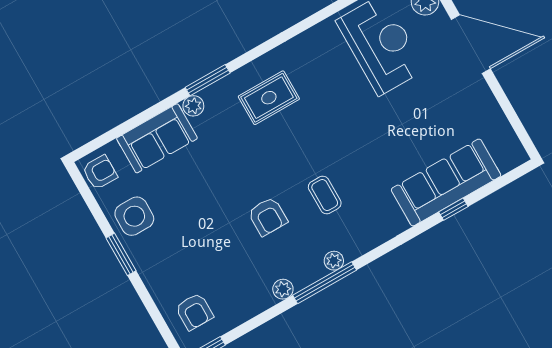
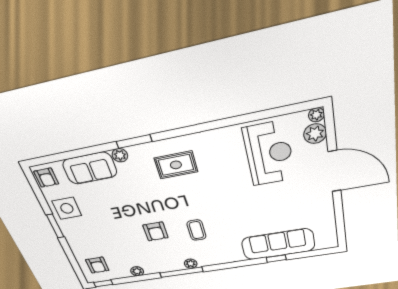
armchair: (100, 172) -> (46, 178), turned 90
plant: (283, 289) -> (137, 271), moved

